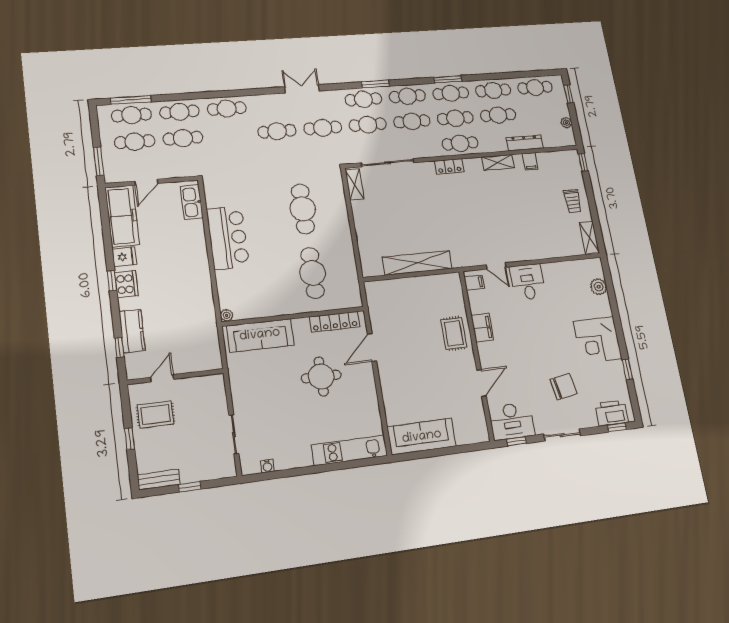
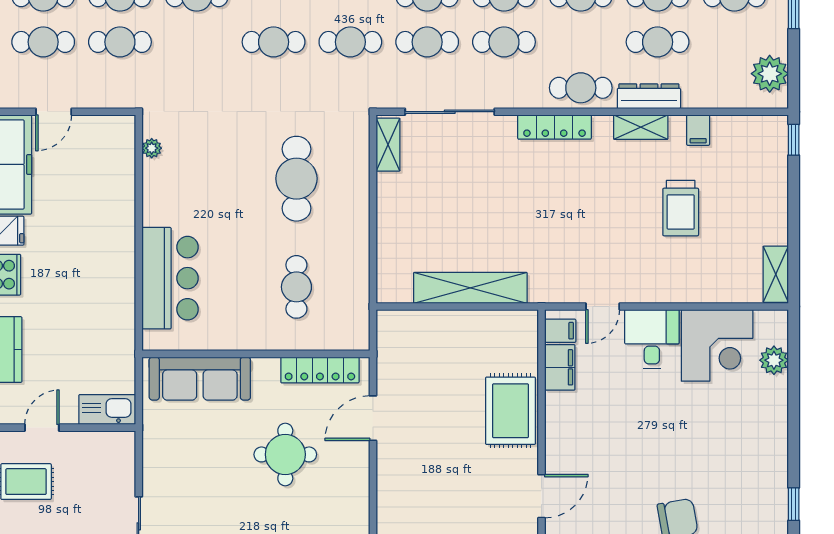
cafe table: (455, 118) -> (581, 42), removed
plant: (566, 123) -> (770, 74), width x1.87, depth x1.87
dresser: (525, 143) -> (649, 96), moved
locker: (449, 166) -> (555, 127), width x1.53
trolley: (573, 201) -> (681, 208), moved, width x1.36, depth x1.39
kitchen sink: (192, 202) -> (107, 409), moved, turned 90
bar counter: (228, 238) -> (170, 278), moved
door: (496, 266) -> (603, 307), hinge flipped
cafe table: (313, 273) -> (296, 287), width x0.73, depth x0.74
plant: (227, 315) -> (152, 148), moved
filing cabinet: (482, 328) -> (560, 367), moved
rug: (454, 333) -> (510, 411), width x1.36, depth x1.43
corner desk: (598, 340) -> (717, 345), moved, turned -90

